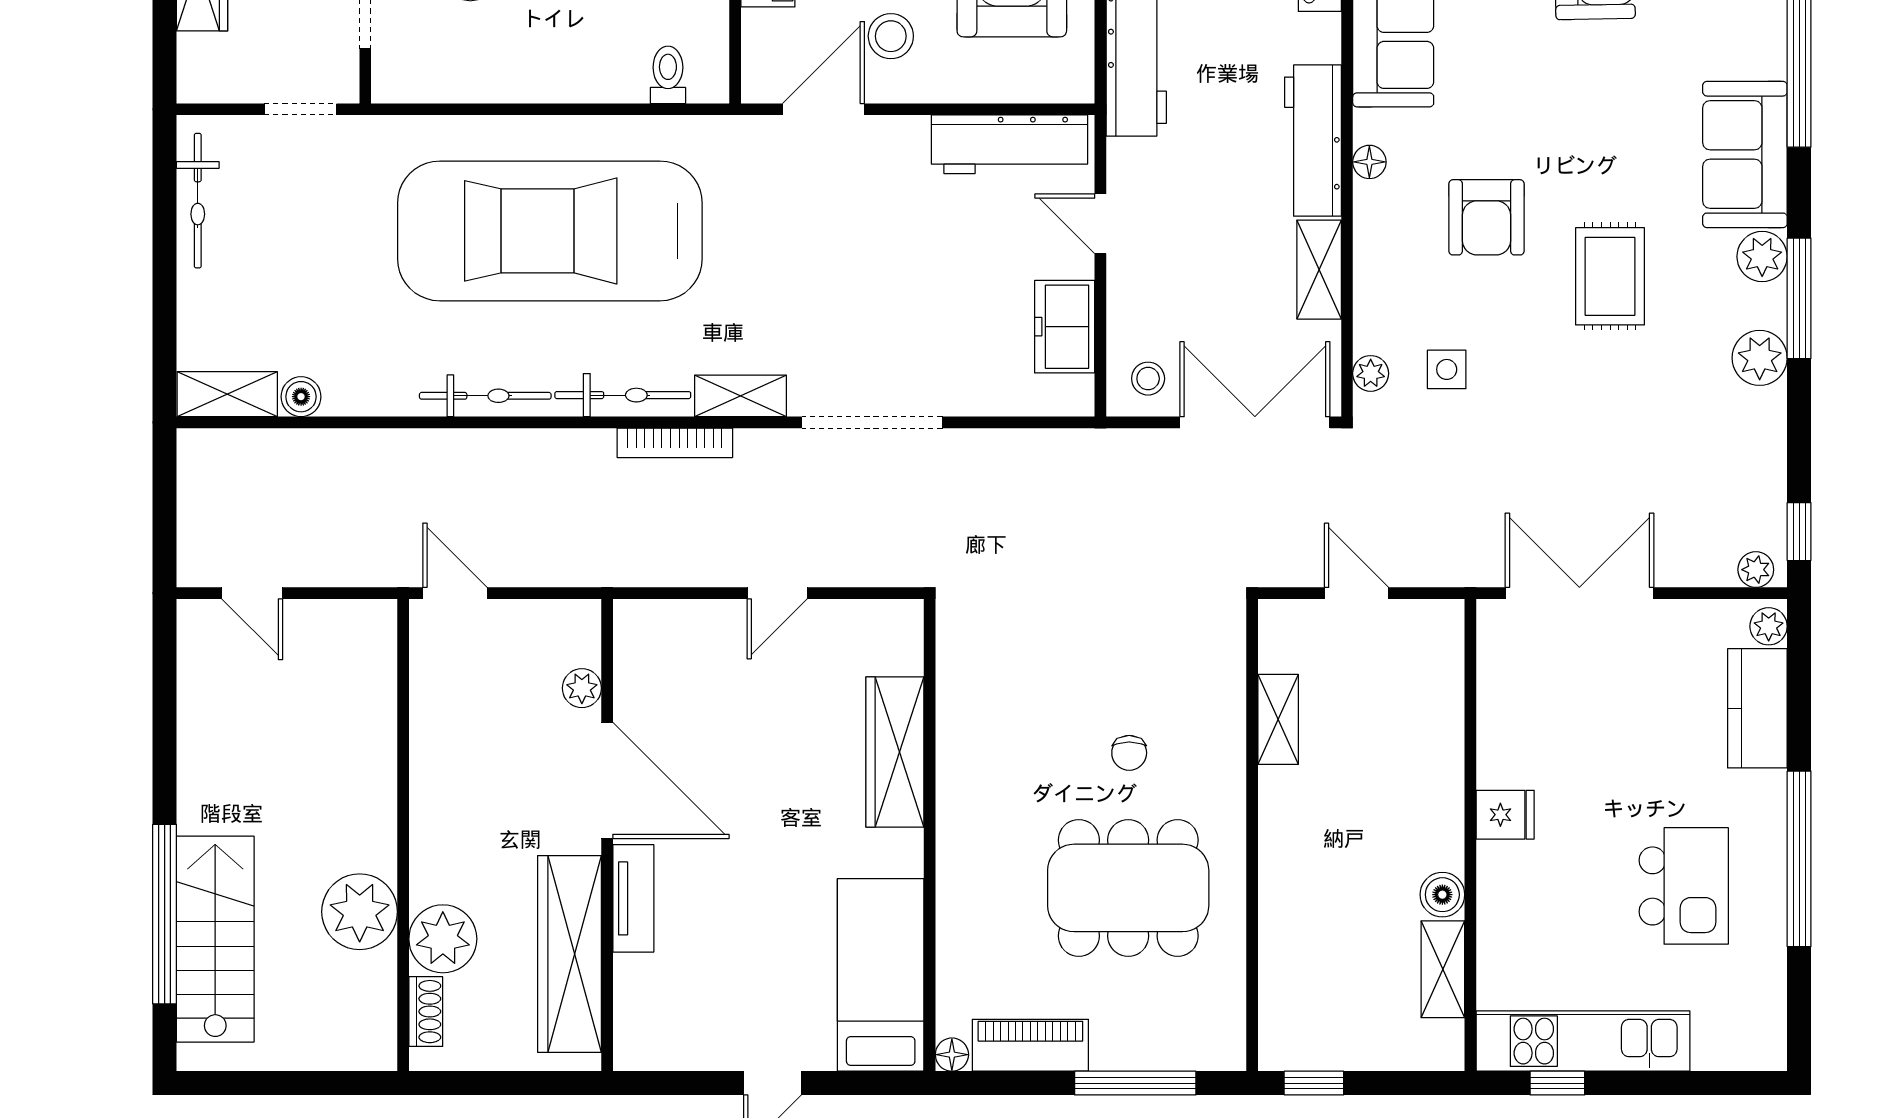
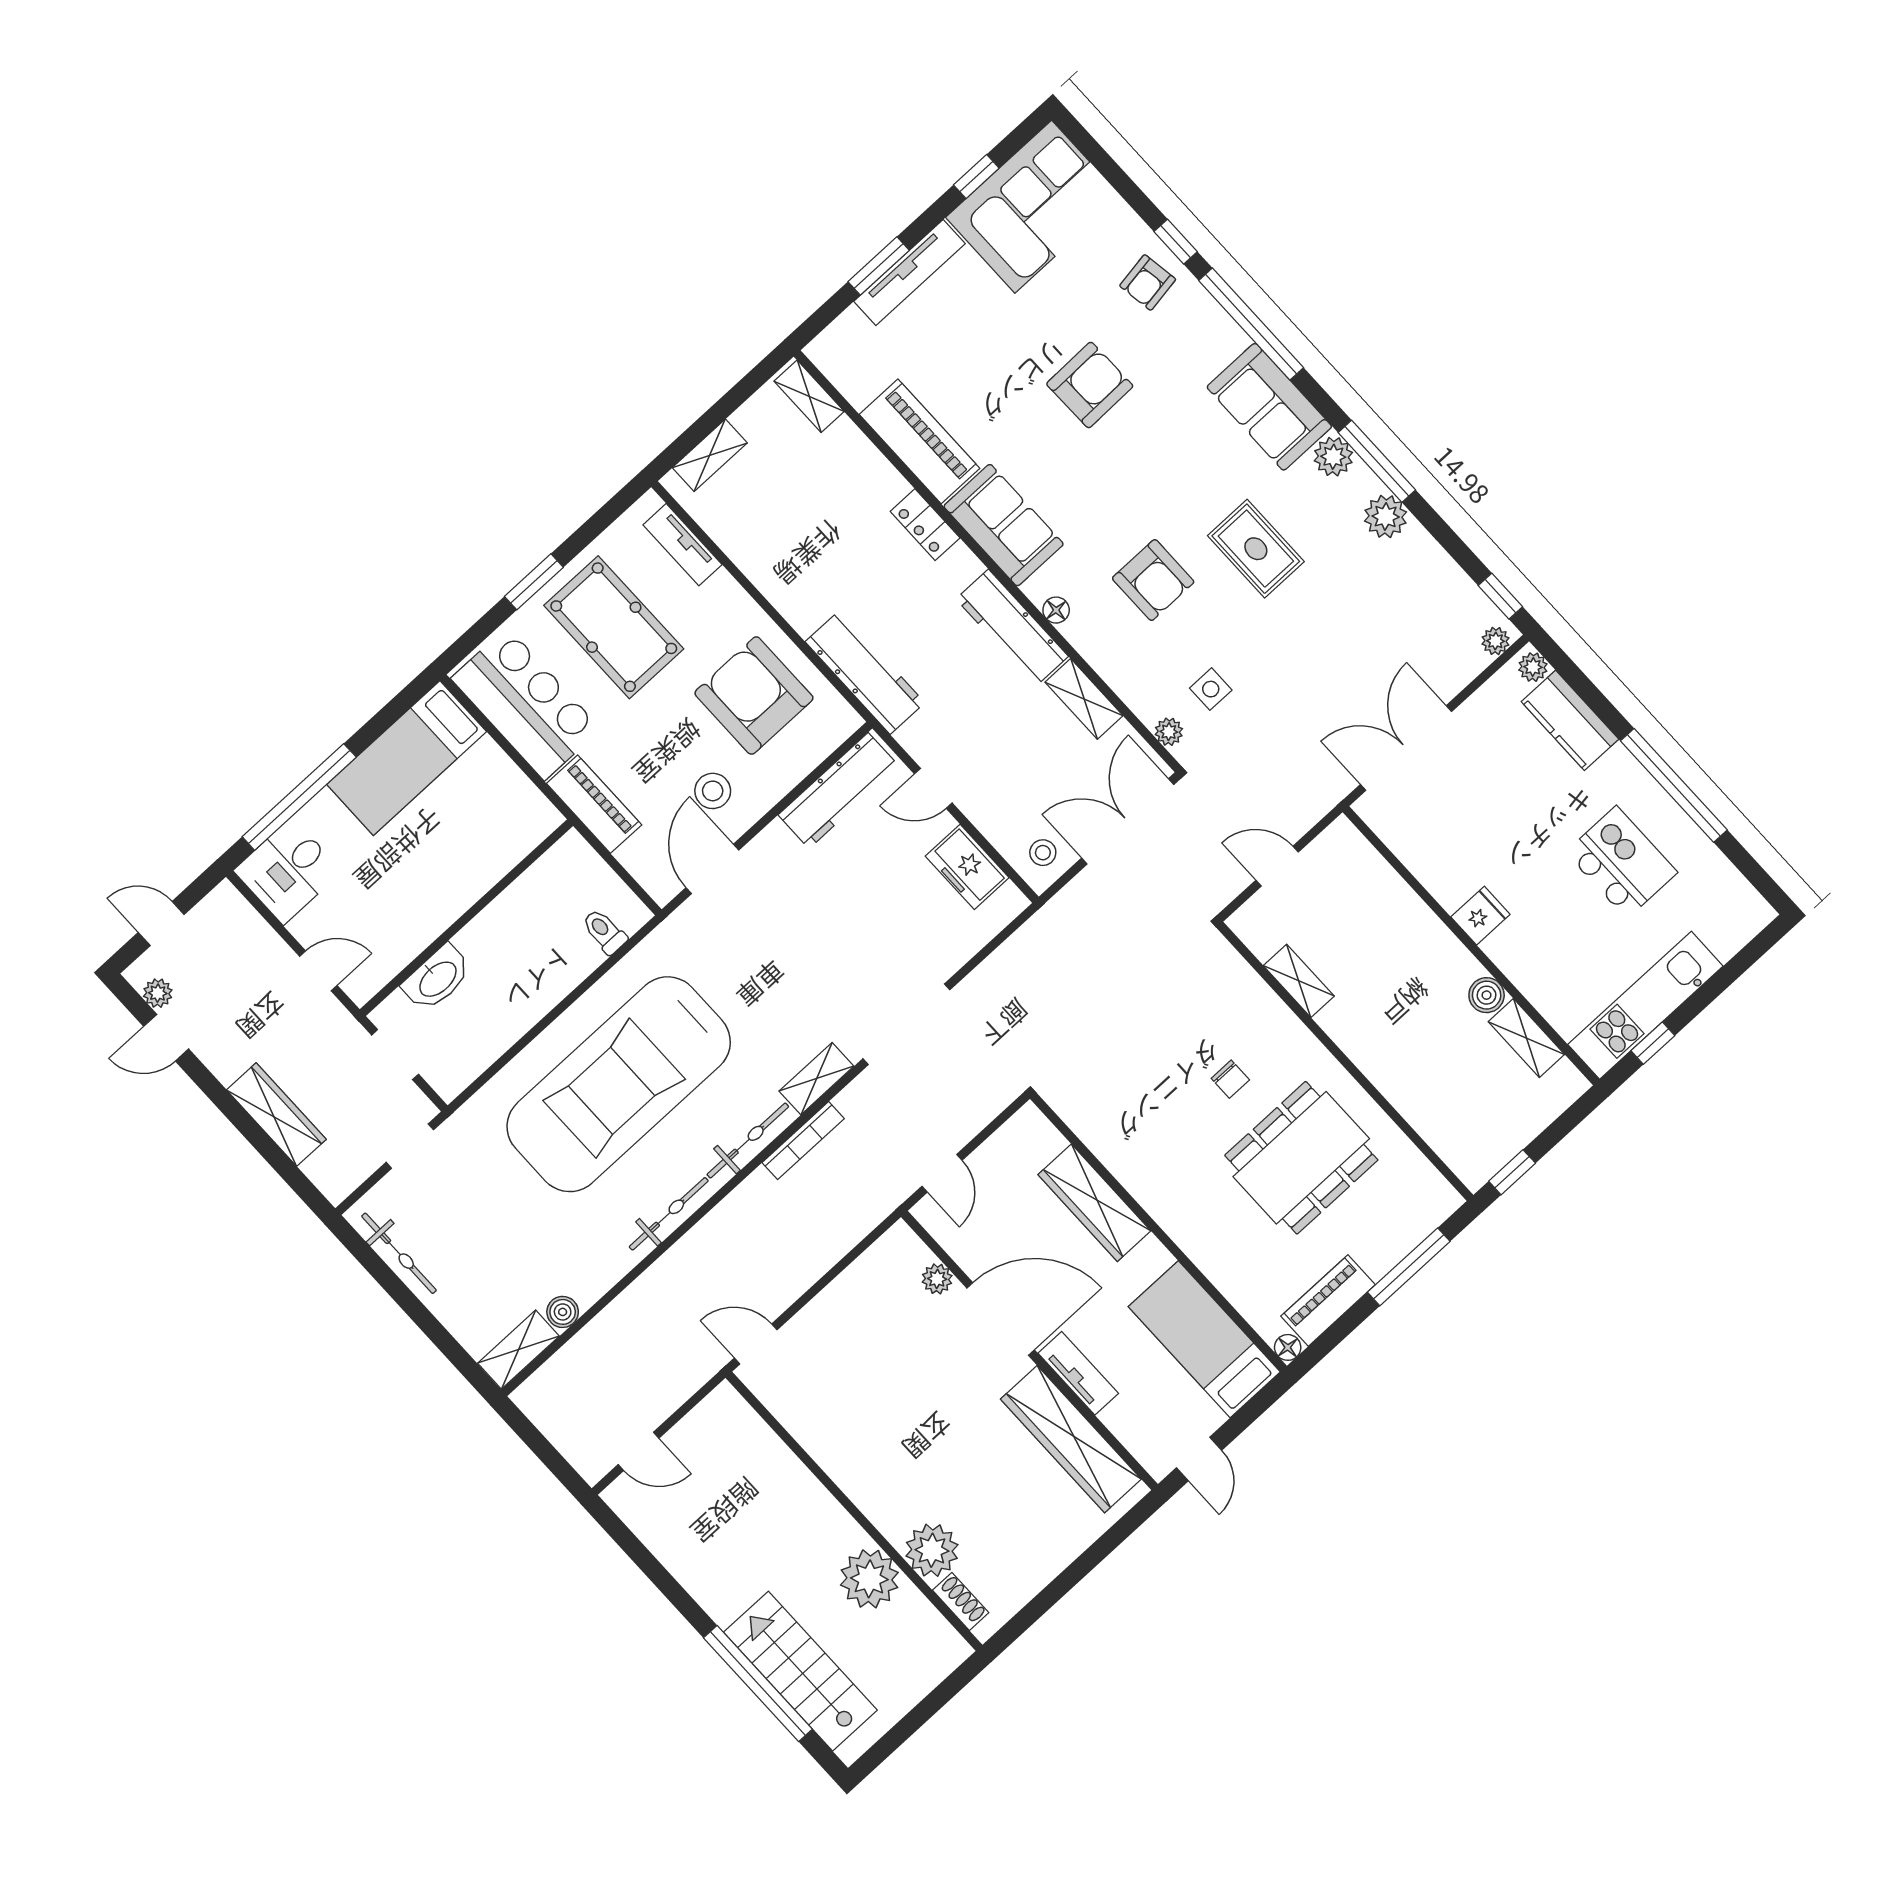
plant: (582, 688) -> (937, 1279), moved
door: (607, 780) -> (1001, 1319), moved
wall: (607, 835) -> (1029, 1350), moved
tv unit: (633, 898) -> (1078, 1373), moved
wardrobe: (570, 954) -> (1071, 1439), moved

